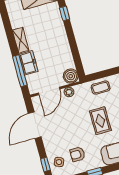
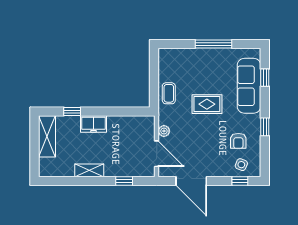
freezer: (28, 63) -> (94, 124), moved, turned 180
window: (20, 71) -> (124, 181), width x0.46
boiler: (71, 76) -> (146, 124), removed

